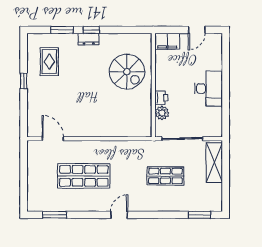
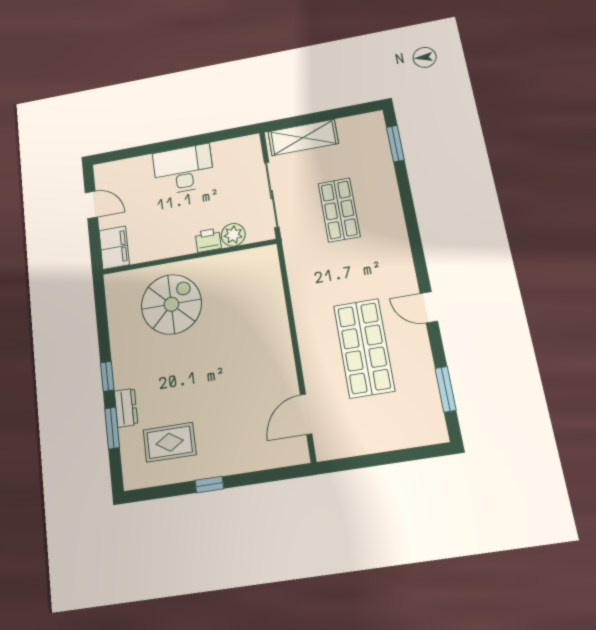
dresser: (89, 39) -> (126, 408), moved
door: (119, 215) -> (429, 307), moved

